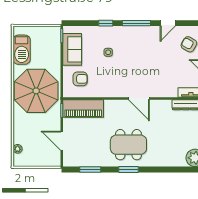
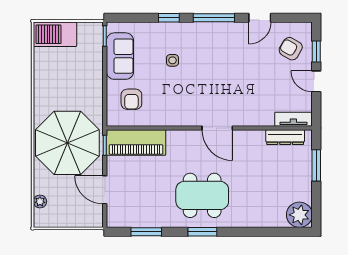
barbecue: (22, 50) -> (55, 34), moved, turned 90
armchair: (80, 79) -> (131, 99), turned 90
parasol: (36, 91) -> (67, 143), moved

